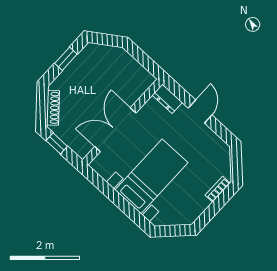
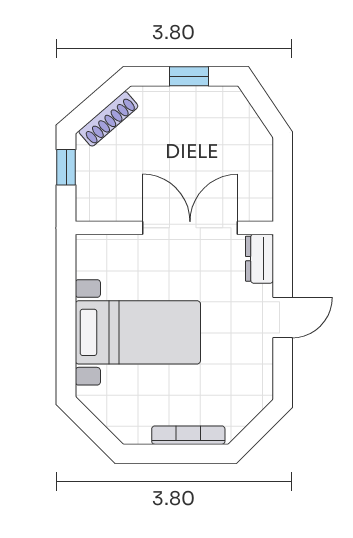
double door: (115, 130) -> (190, 228), moved
bookcase: (218, 189) -> (188, 435), width x1.56

